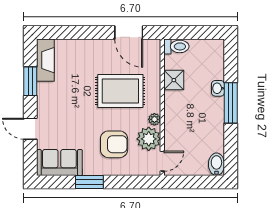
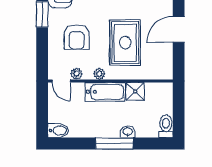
door: (129, 33) -> (179, 29), moved
toilet: (176, 46) -> (166, 126), moved, turned 180
bathtub: (174, 113) -> (105, 92), added
plant: (149, 139) -> (76, 74), width x0.53, depth x0.53

